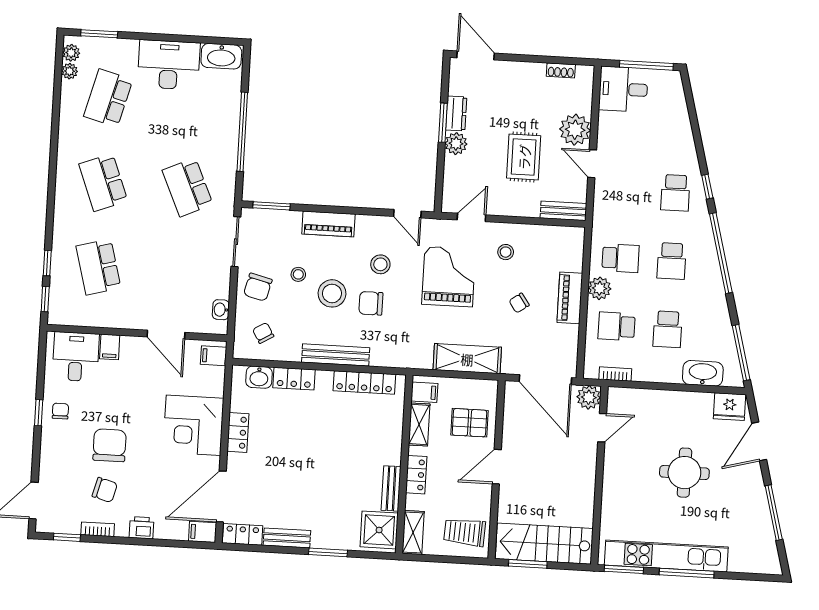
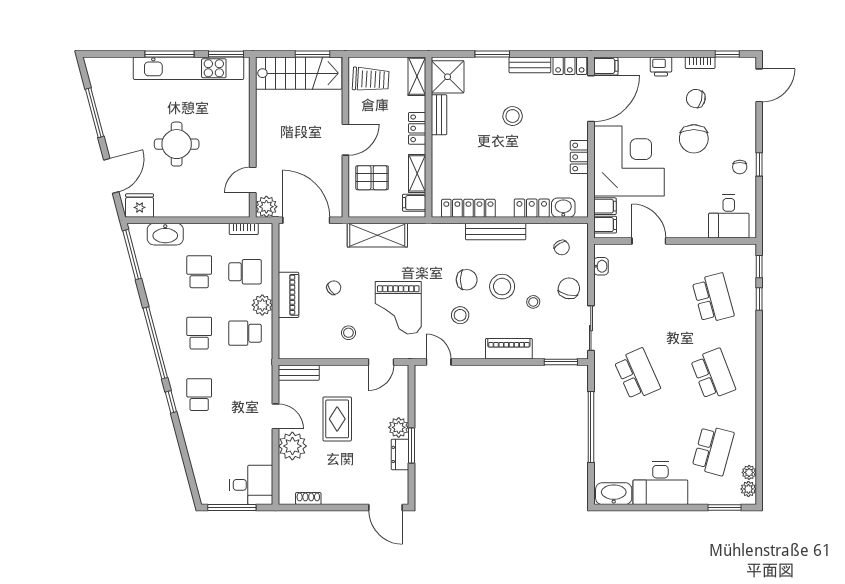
filing cabinet: (110, 347) -> (605, 206), moved, turned 90
corner desk: (193, 425) -> (629, 161), width x1.36, depth x1.36
stool: (309, 482) -> (513, 116), added

